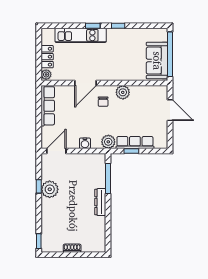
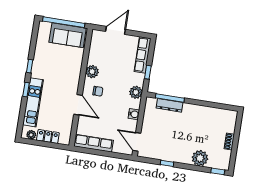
plant: (46, 75) -> (31, 135), moved
row of seats: (135, 143) -> (142, 55), moved
plant: (50, 189) -> (200, 158), moved
dresser: (100, 202) -> (170, 105), moved

